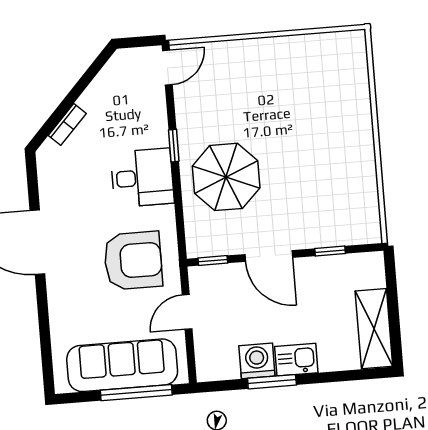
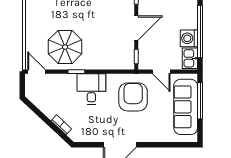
parasol: (226, 177) -> (65, 47), moved
kitchen sink: (296, 360) -> (190, 58), moved
window: (272, 382) -> (200, 32), width x2.11

